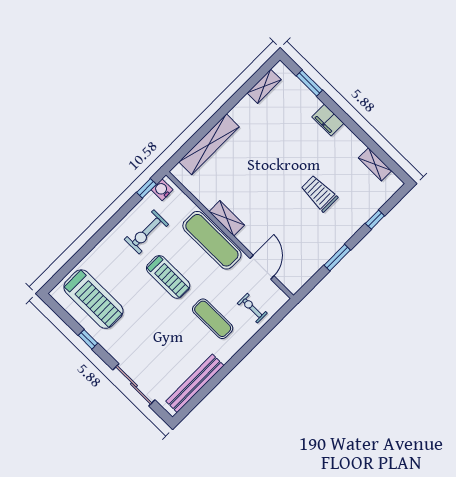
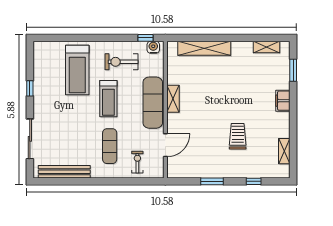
treadmill: (93, 299) -> (77, 70), moved

